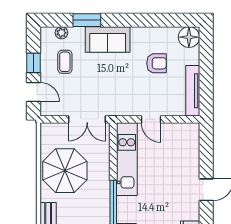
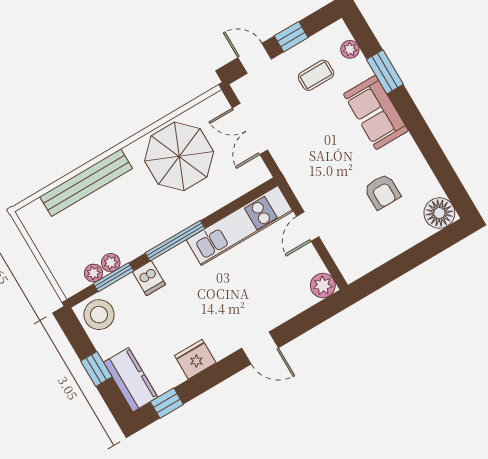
tv unit: (193, 91) -> (375, 258), removed
door: (34, 92) -> (255, 58), swing flipped
double door: (87, 119) -> (250, 129), moved
plant: (191, 131) -> (323, 285), added

